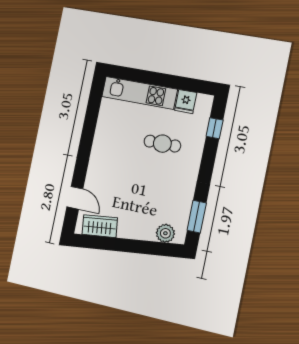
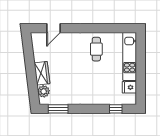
cafe table: (162, 144) -> (96, 49), moved
wardrobe: (100, 226) -> (42, 73), moved

